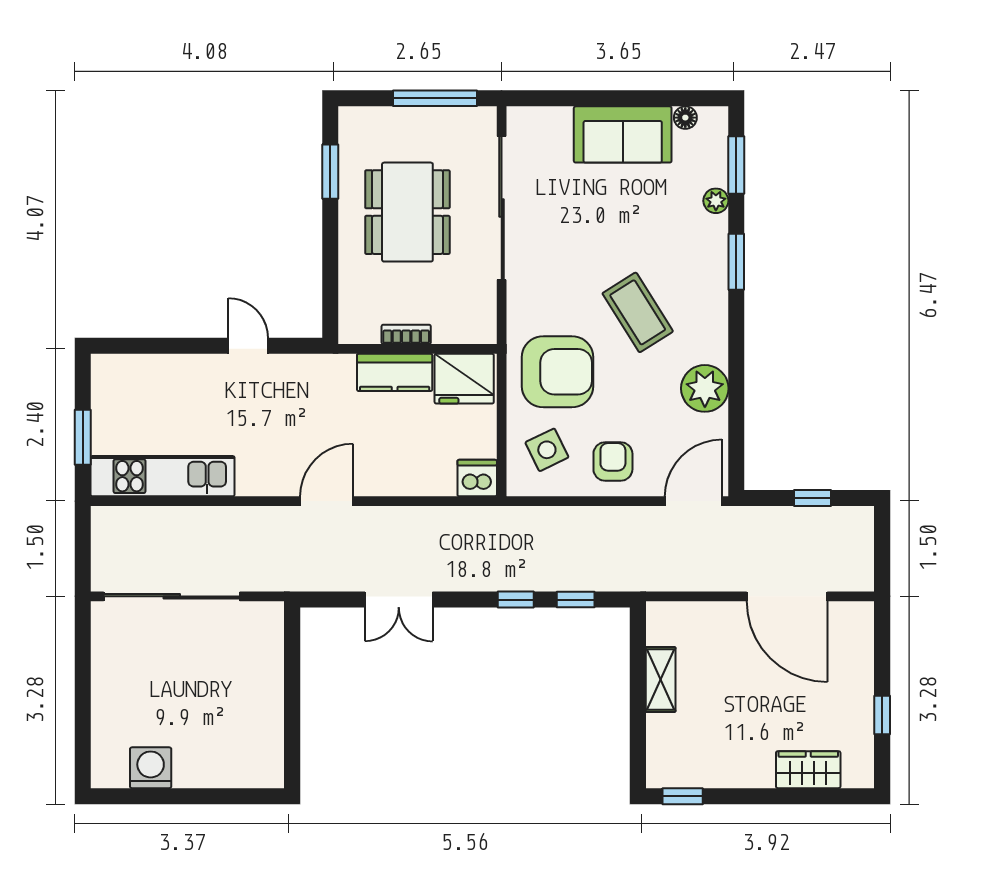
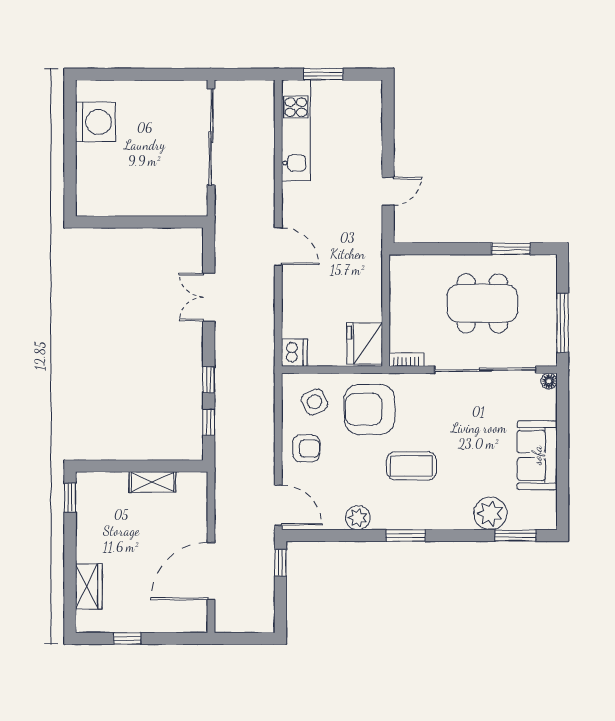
floor lamp: (685, 118) -> (549, 381), moved
plant: (716, 201) -> (490, 513), width x1.88, depth x1.88
window: (736, 262) -> (406, 535), moved
coffee table: (638, 312) -> (411, 466), turned 32
bookcase: (406, 334) -> (406, 359), moved, turned -90
kitchen counter: (395, 372) -> (369, 294), removed
armchair: (558, 372) -> (370, 409), turned 90
plant: (705, 388) -> (358, 518), width x0.73, depth x0.73
window: (812, 498) -> (280, 563), moved
washing machine: (151, 768) -> (95, 122), width x1.37, depth x1.37

